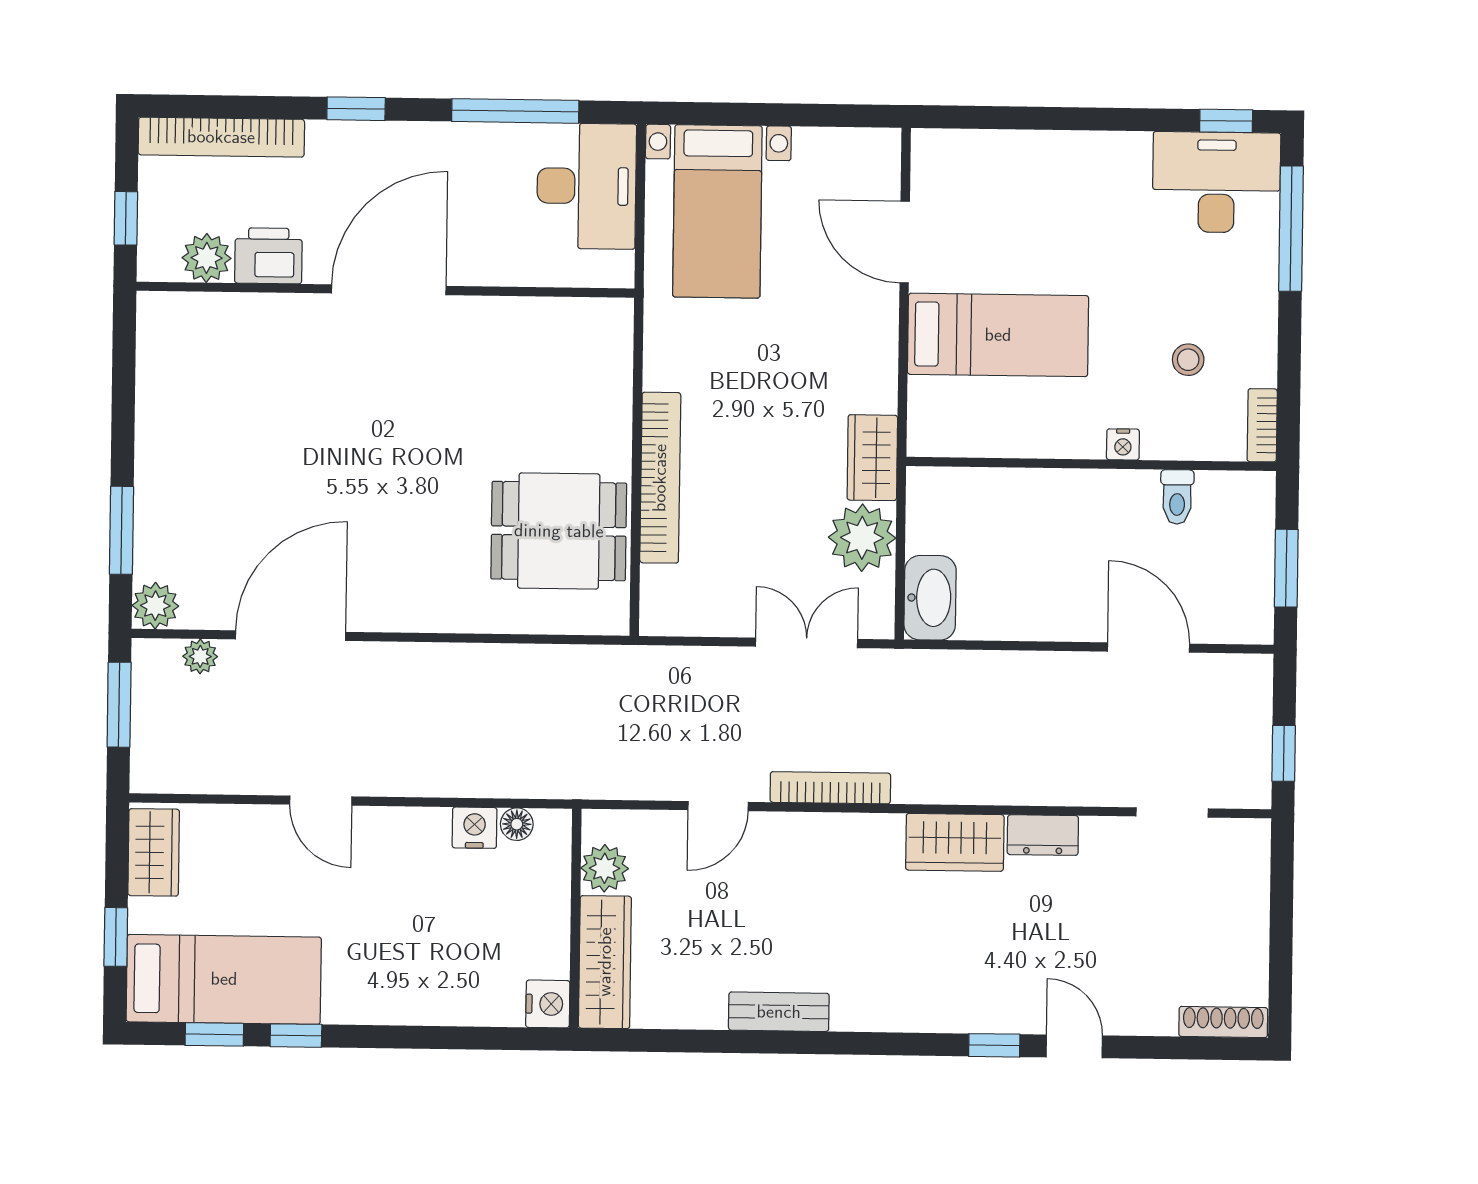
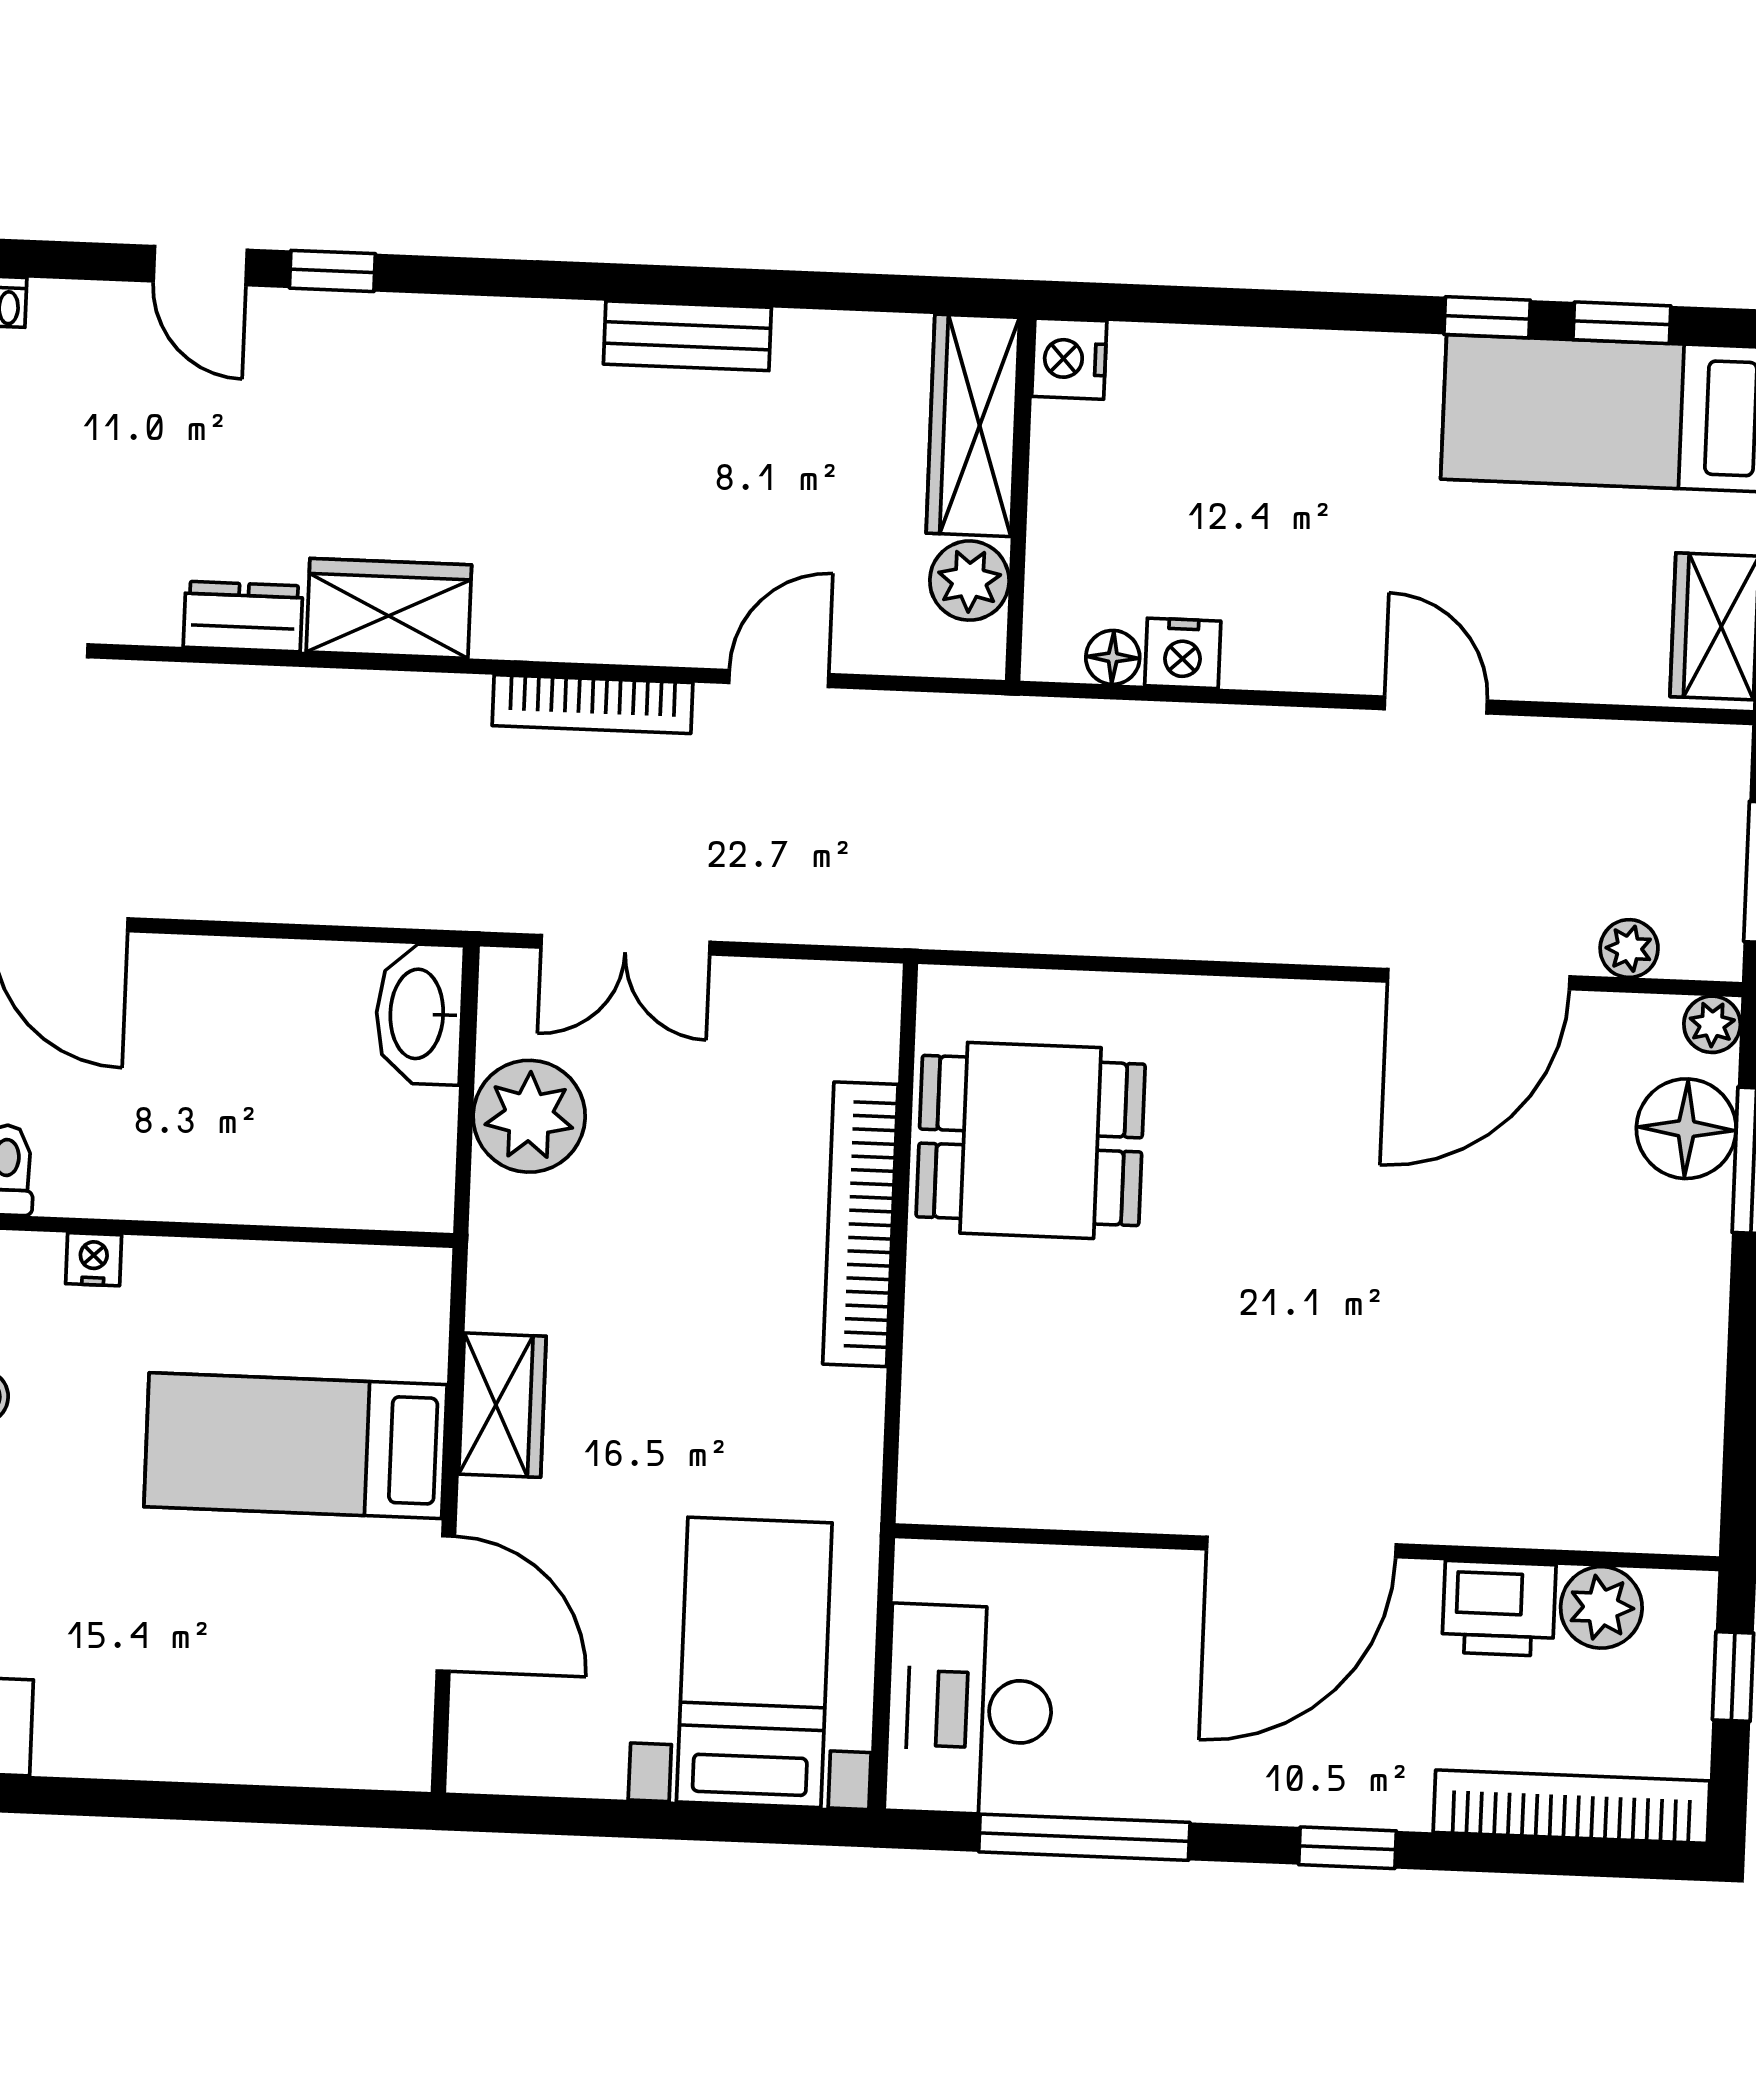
wardrobe: (872, 458) -> (502, 1405), moved
floor lamp: (163, 549) -> (1686, 1129), added
plant: (155, 606) -> (1712, 1024), width x0.73, depth x0.73

